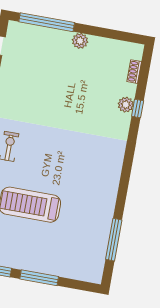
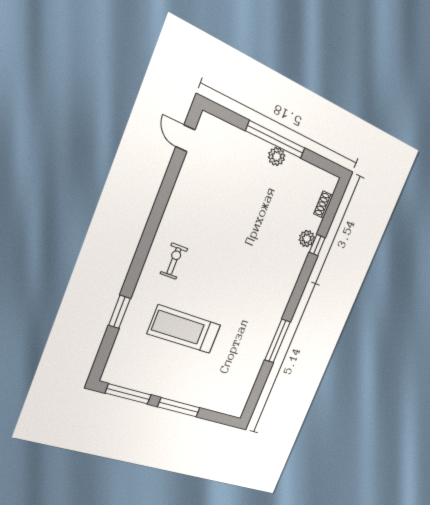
window: (47, 22) -> (276, 140), moved
window: (114, 240) -> (277, 341), moved

